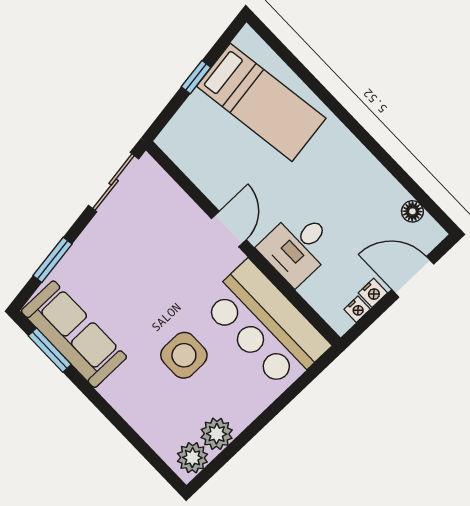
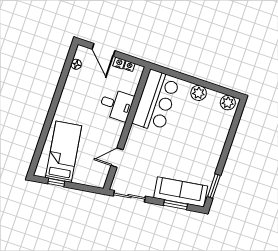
window: (196, 77) -> (56, 183), moved
door: (229, 229) -> (117, 158), moved
sofa: (74, 334) -> (181, 192), moved, turned 82
side table: (184, 355) -> (187, 129), removed
plant: (217, 434) -> (199, 93), moved

